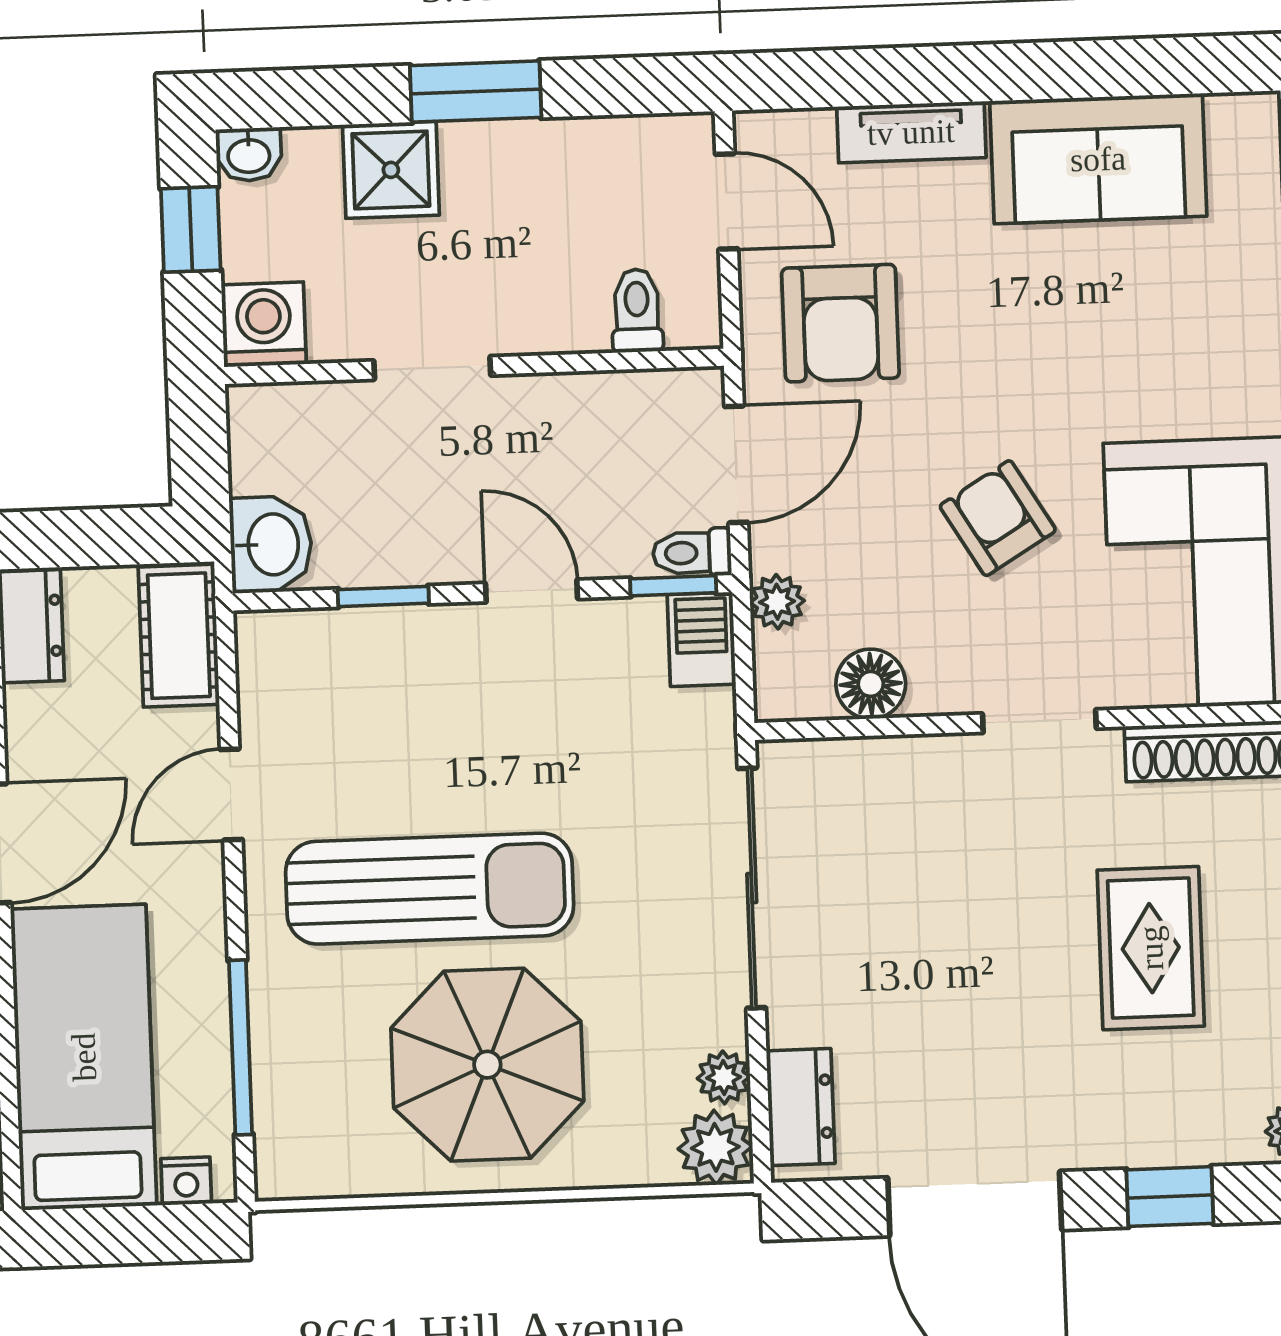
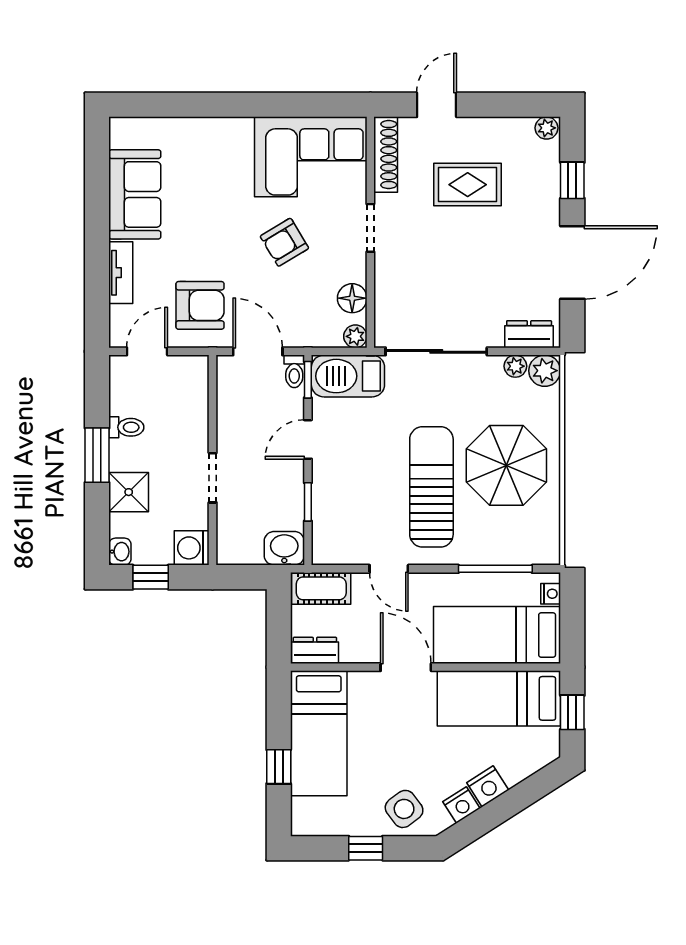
toilet: (637, 311) -> (126, 427), moved, turned 180
plant: (777, 602) -> (355, 336), moved
barbecue: (701, 639) -> (348, 376), width x1.88, depth x1.53

